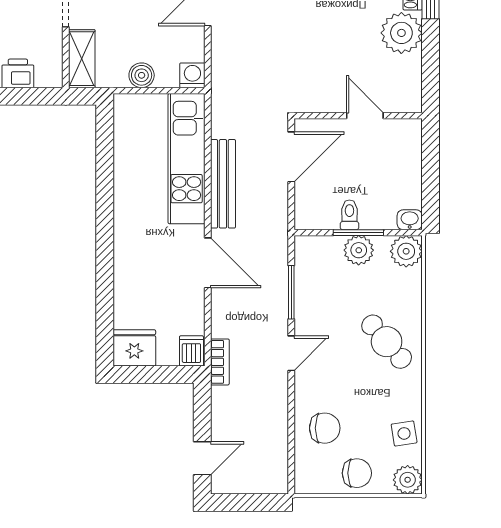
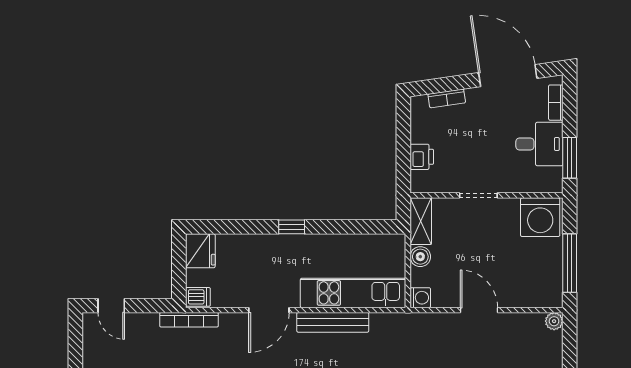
shelving: (82, 59) -> (421, 221), moved, turned 90
window: (105, 235) -> (292, 227), added
bookcase: (220, 362) -> (189, 320), width x1.56

